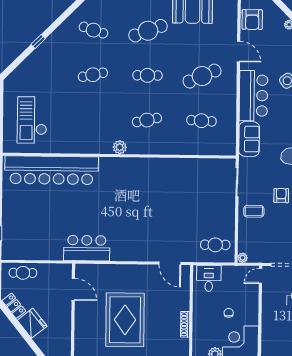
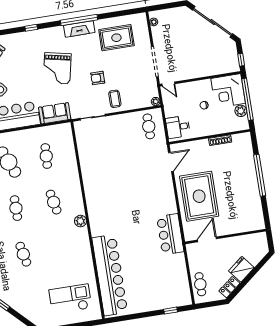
checkout: (32, 120) -> (70, 299), turned 180
rug: (125, 320) -> (199, 196), moved, turned 90

